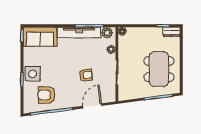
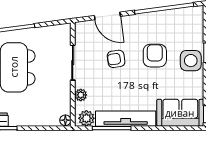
armchair: (47, 95) -> (155, 56), moved, turned -90
door: (92, 106) -> (107, 16), hinge flipped

